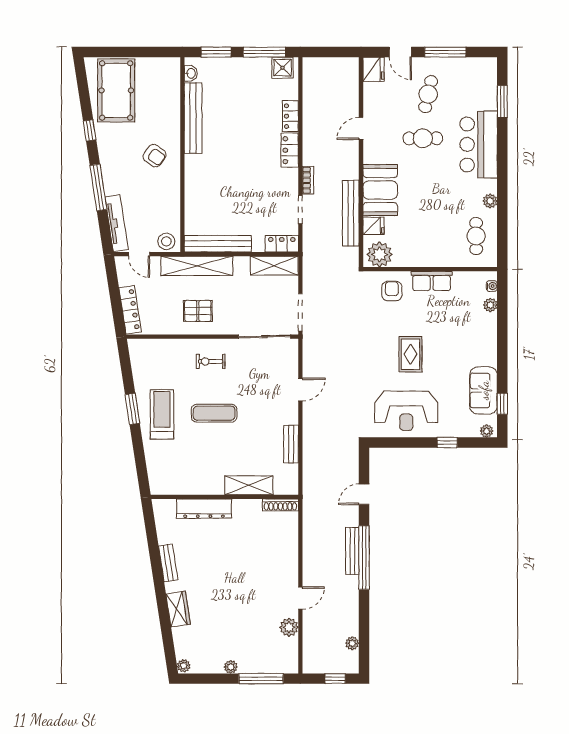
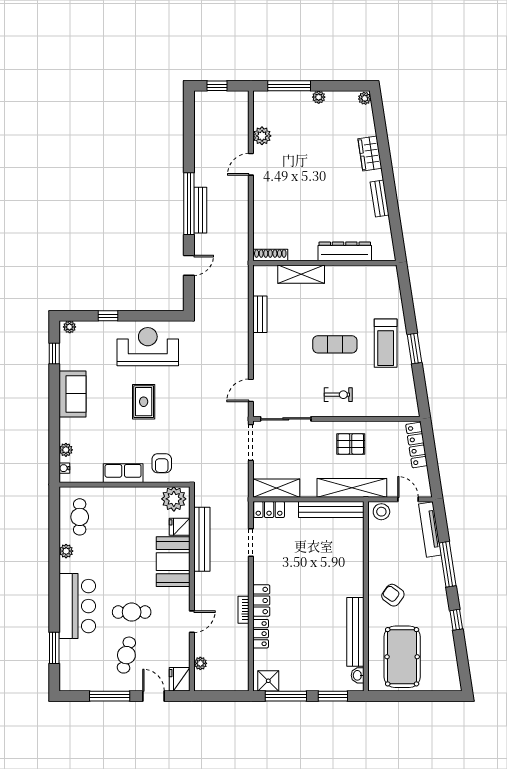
pool table: (116, 90) -> (402, 657), moved
bookcase: (308, 180) -> (244, 610), moved
door: (300, 390) -> (251, 390), moved
sofa: (484, 390) -> (72, 394), moved
plant: (352, 643) -> (200, 663), moved

